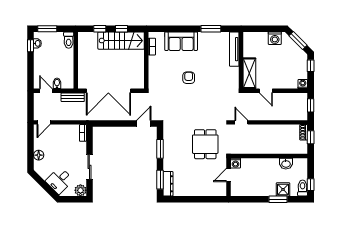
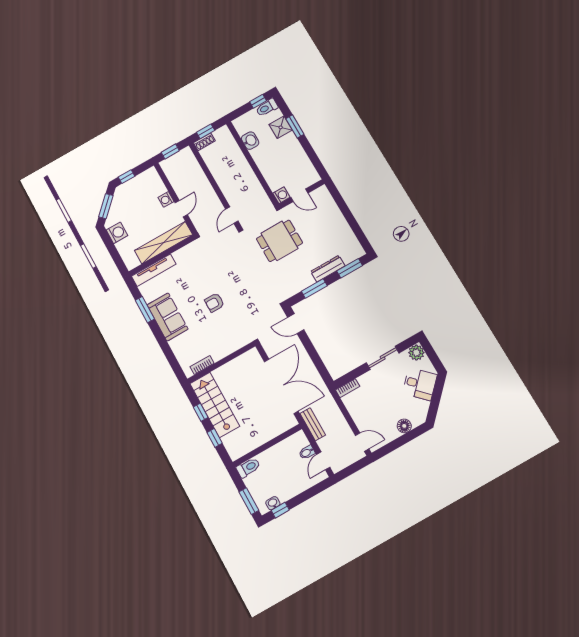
sofa: (181, 41) -> (168, 317), moved
shelving: (249, 73) -> (164, 243), width x1.47
washing machine: (303, 84) -> (166, 199), moved
dresser: (168, 184) -> (328, 269), moved

